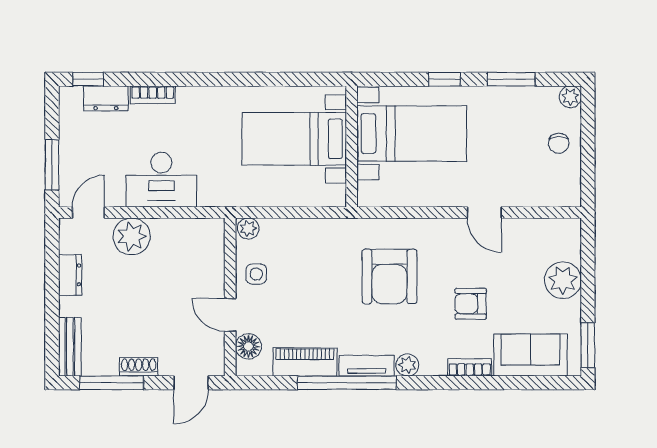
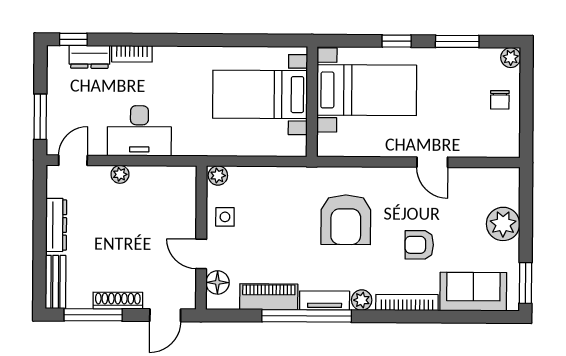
plant: (132, 236) -> (120, 174), width x0.53, depth x0.53
dresser: (70, 275) -> (56, 225), width x1.44
shoe rack: (139, 367) -> (118, 301), width x1.43
bookcase: (470, 367) -> (407, 303), width x1.56

